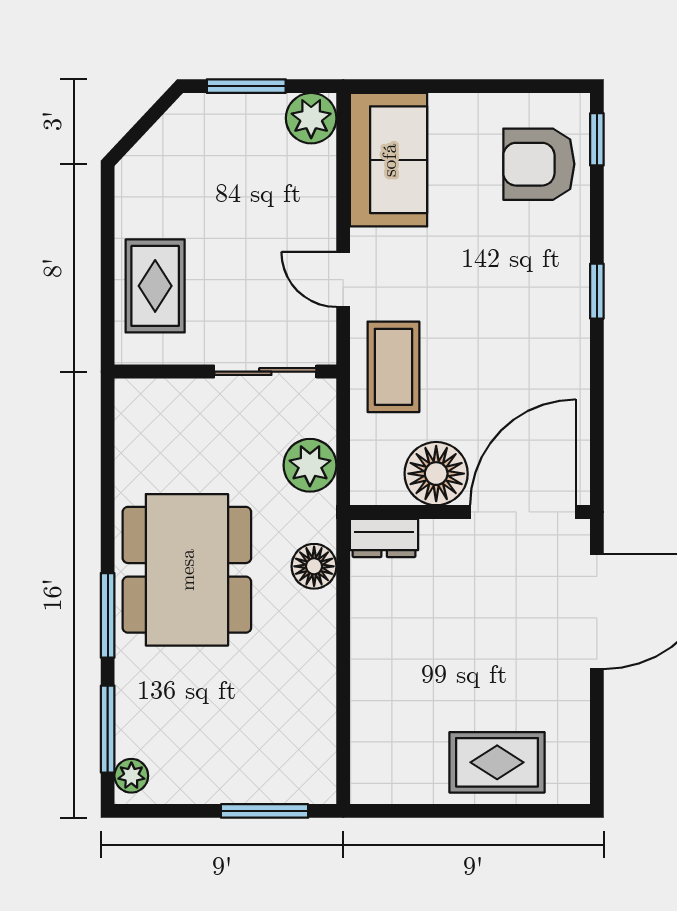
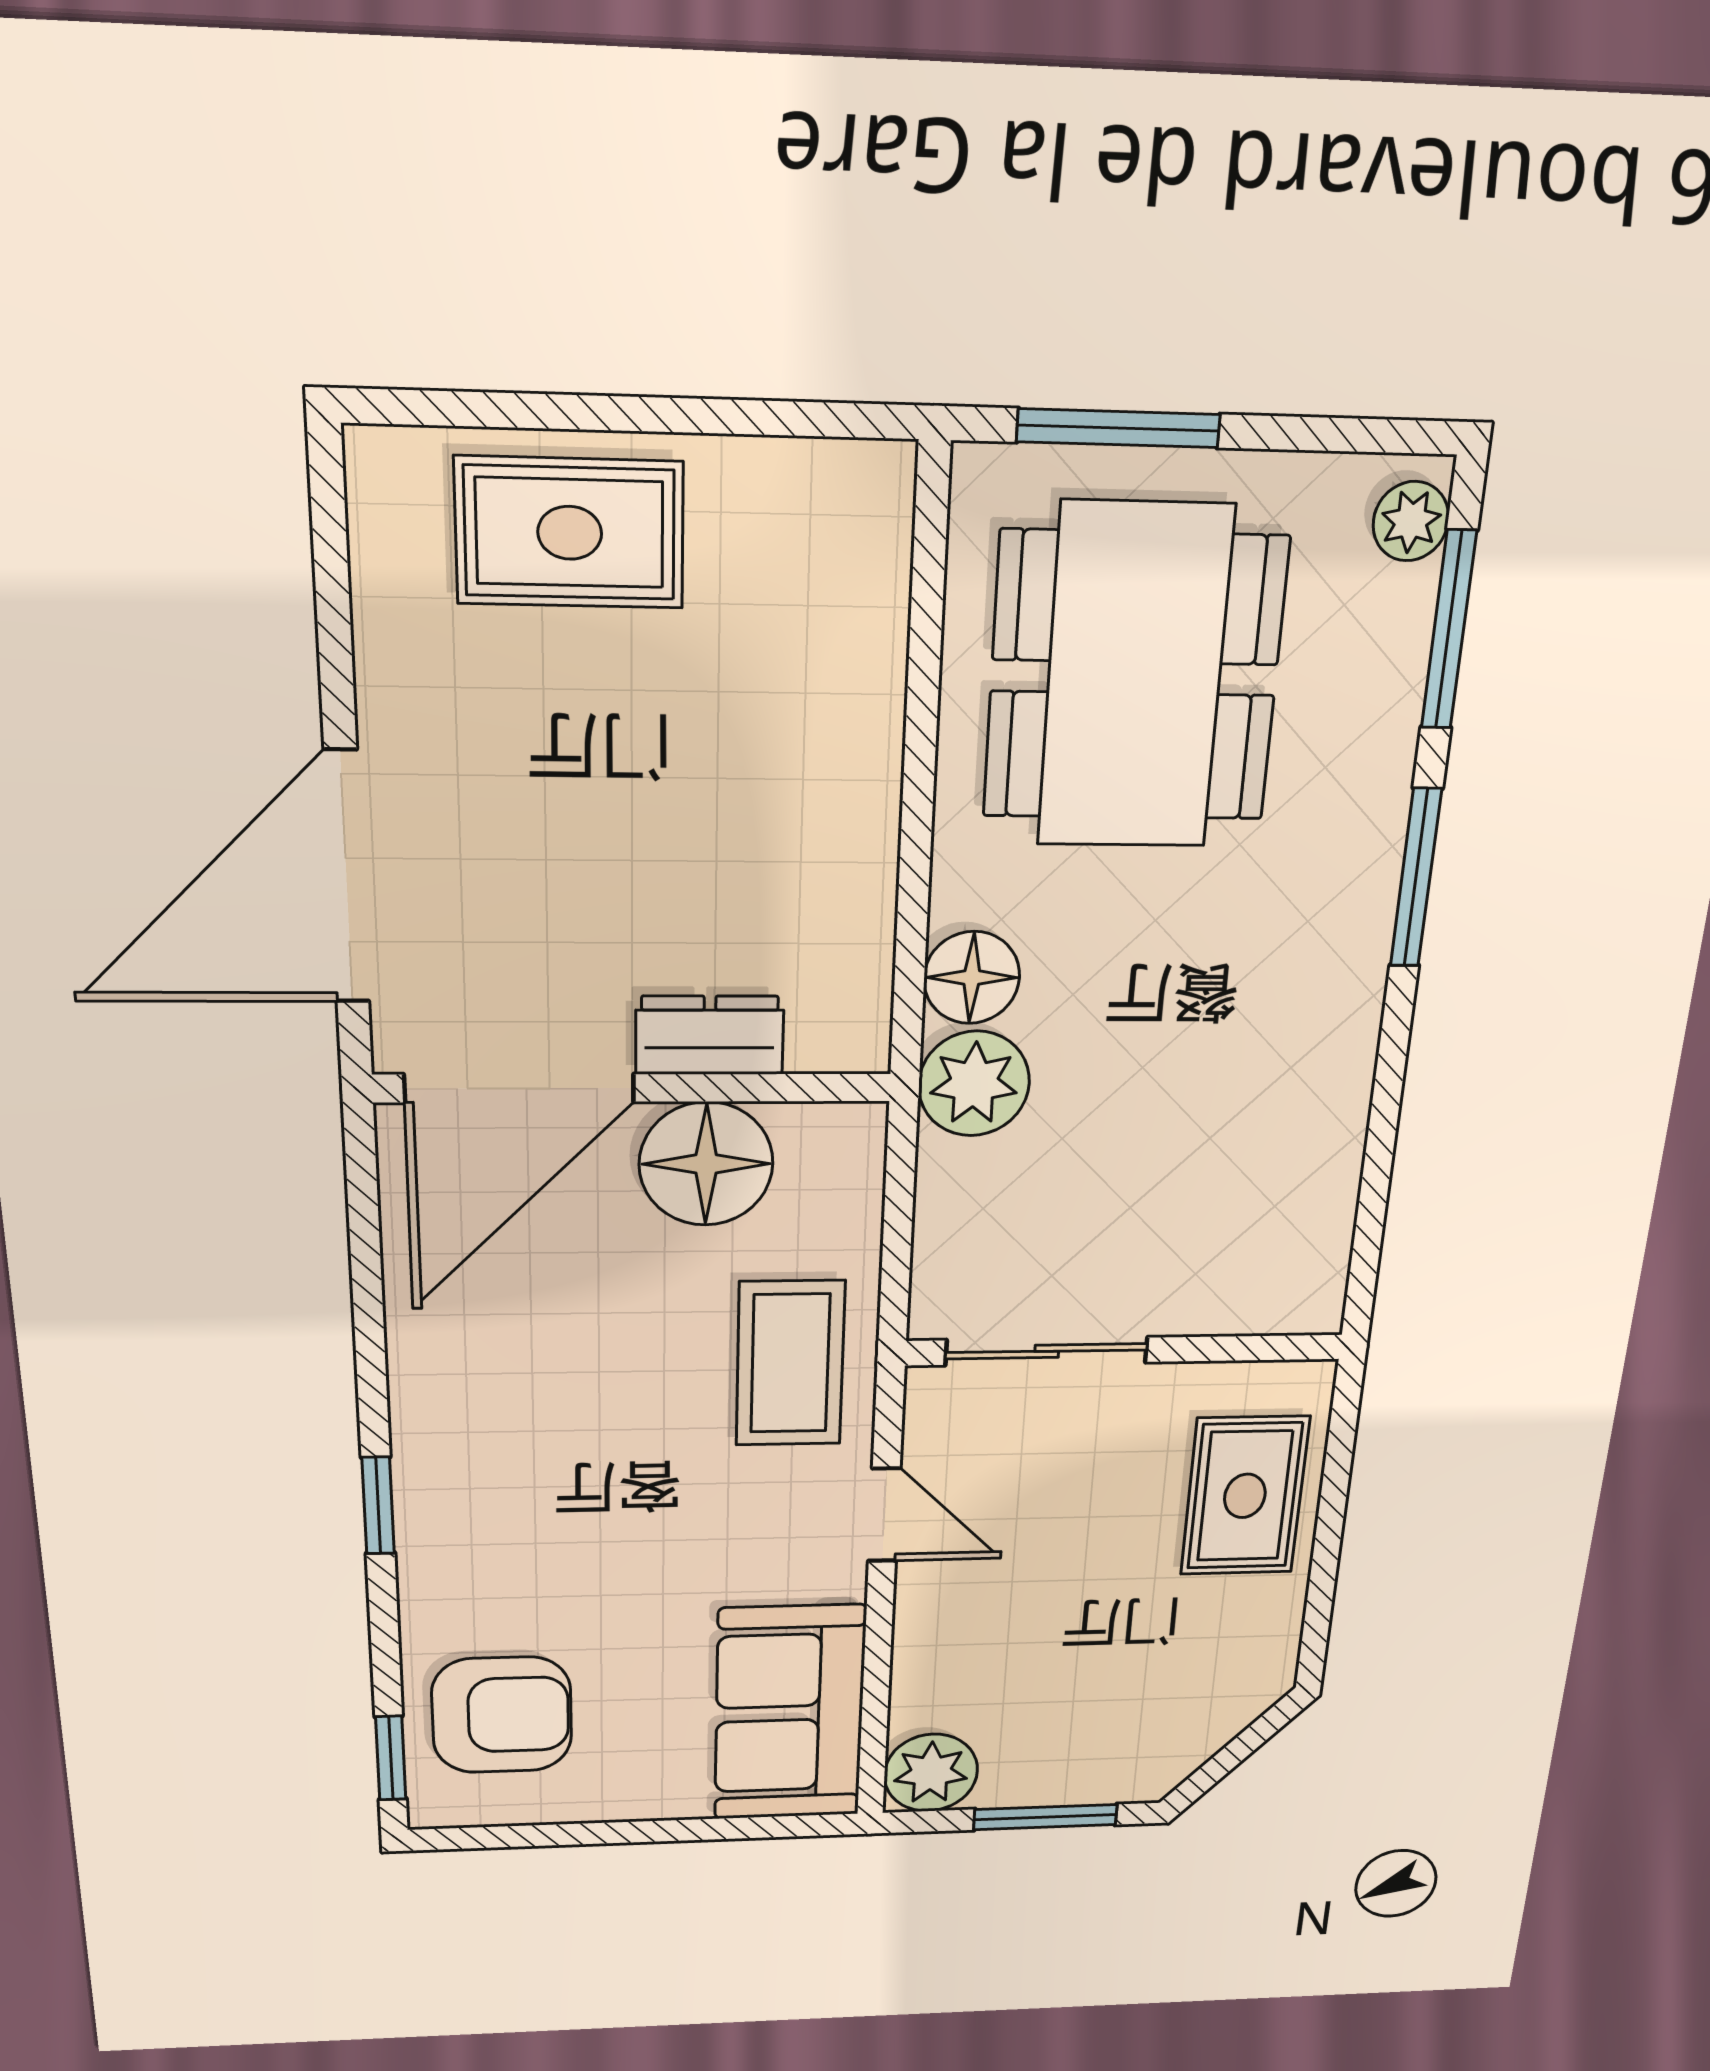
plant: (310, 465) -> (974, 1084), moved
dresser: (384, 538) -> (710, 1035), moved
dining table: (187, 570) -> (1134, 678), moved

